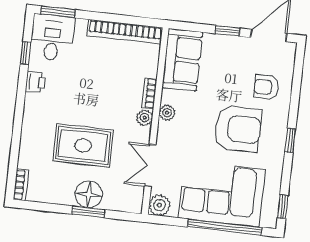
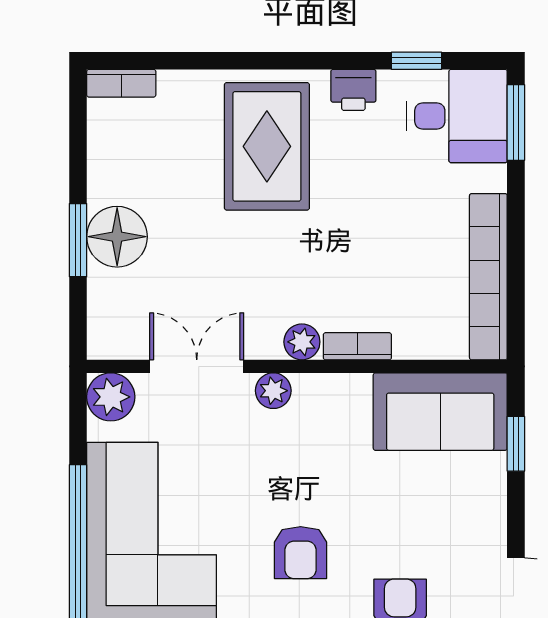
window: (227, 31) -> (516, 444), moved
plant: (167, 113) -> (273, 391), moved
armchair: (238, 129) -> (301, 553), width x0.53, depth x0.53
rug: (83, 145) -> (267, 146), moved

